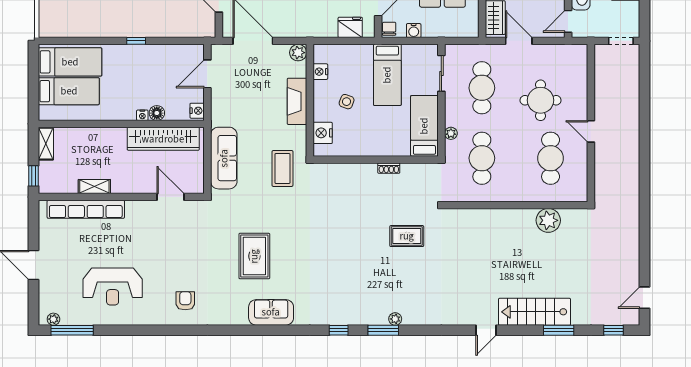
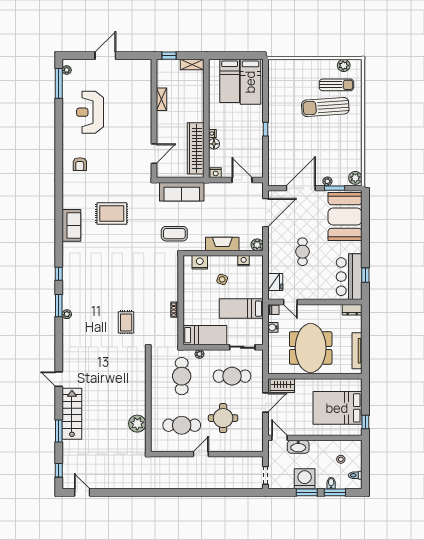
cafe table: (482, 158) -> (182, 376), turned 90
row of seats: (86, 209) -> (145, 93), removed
armchair: (185, 301) -> (80, 164), turned 90

